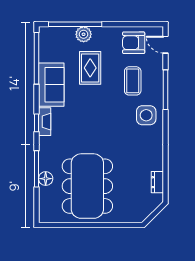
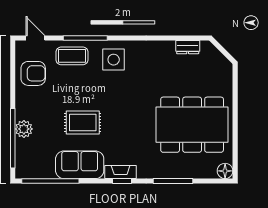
armchair: (134, 43) -> (33, 73), turned -90
door: (166, 45) -> (35, 38), swing flipped
rug: (90, 68) -> (83, 123), moved
coffee table: (133, 81) -> (72, 56), moved
floor lamp: (46, 179) -> (225, 171), moved

